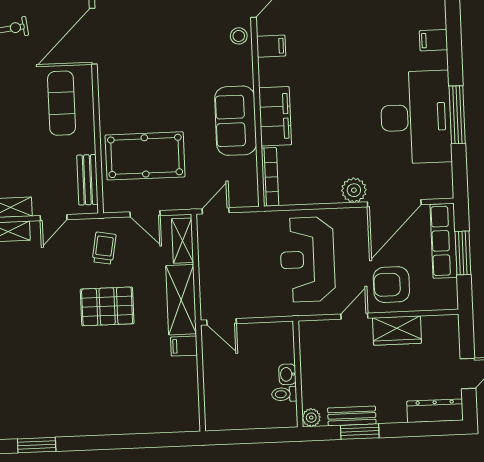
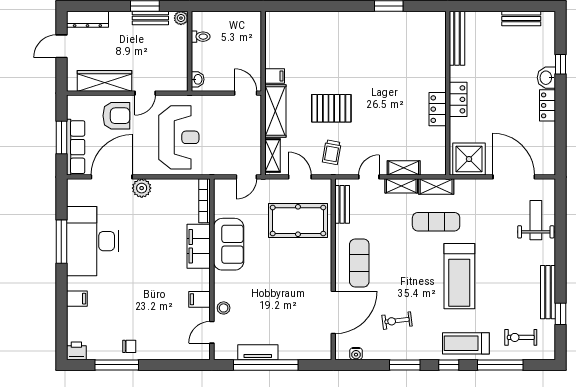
wardrobe: (397, 330) -> (105, 81), width x1.50
washbasin: (287, 374) -> (198, 79), moved

